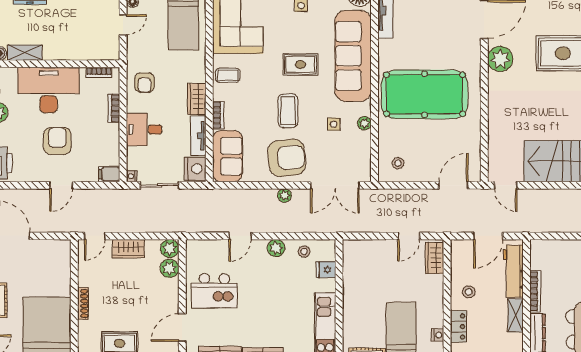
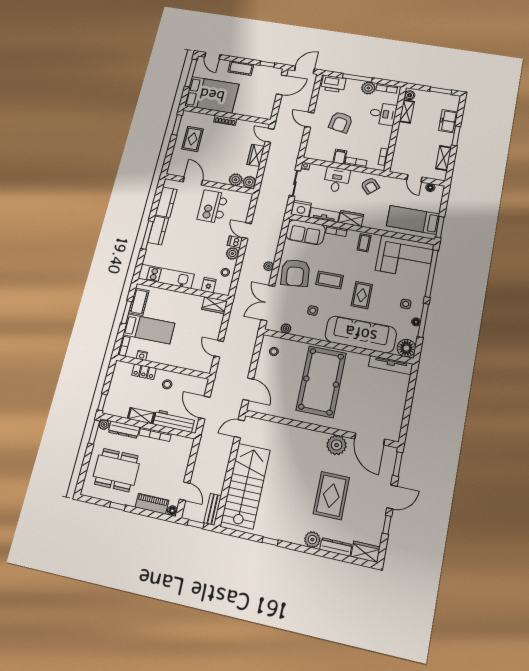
armchair: (145, 83) -> (370, 186), turned -132
desk: (49, 90) -> (383, 114), width x0.53, depth x0.77
plant: (364, 123) -> (286, 328), moved
armchair: (57, 141) -> (341, 122), turned 100
filing cabinet: (109, 174) -> (340, 157), moved
dishwasher: (259, 248) -> (235, 242), added
wardrobe: (435, 258) -> (215, 305), moved, turned 180

